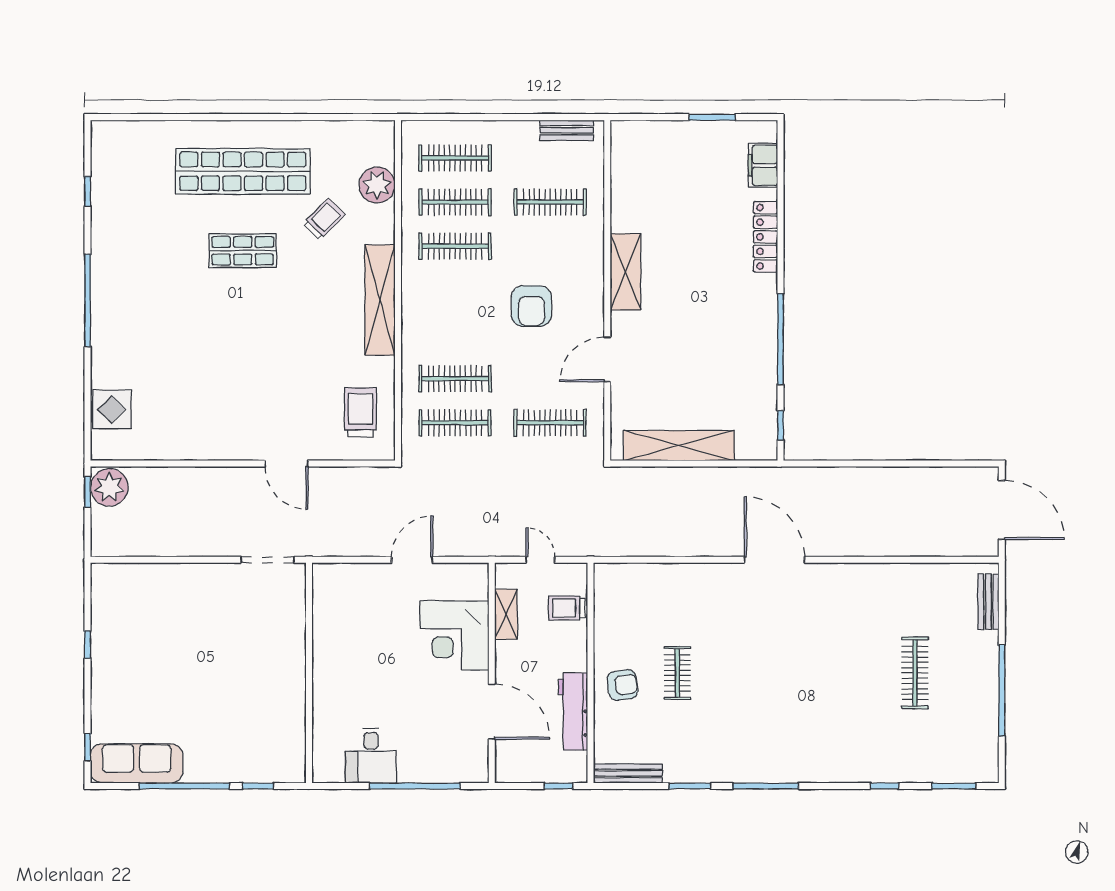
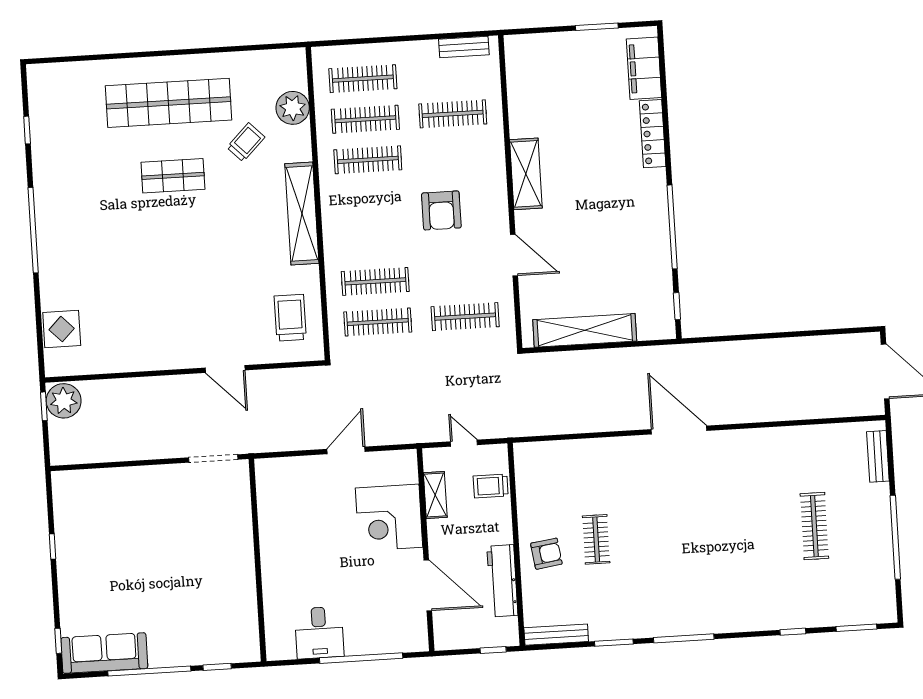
filing cabinet: (763, 165) -> (644, 68), width x1.50, depth x1.17
door: (607, 359) -> (514, 255), swing flipped

